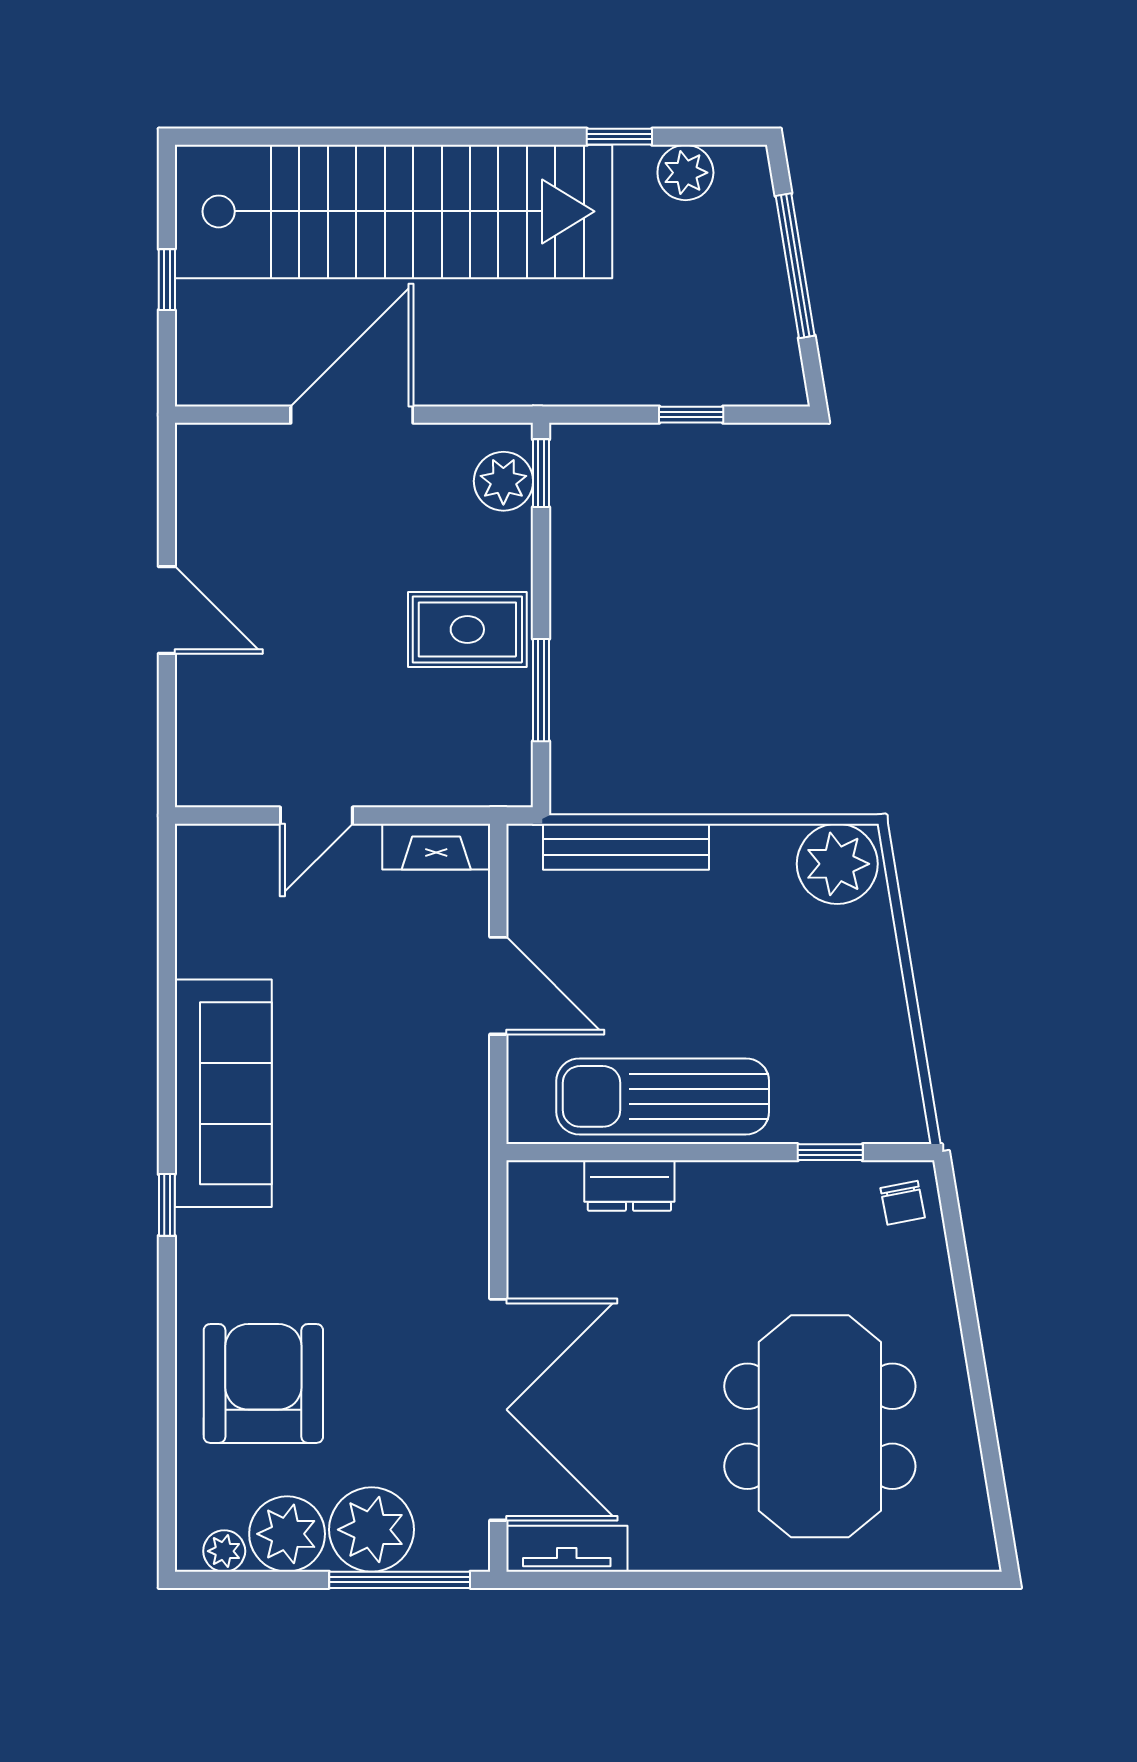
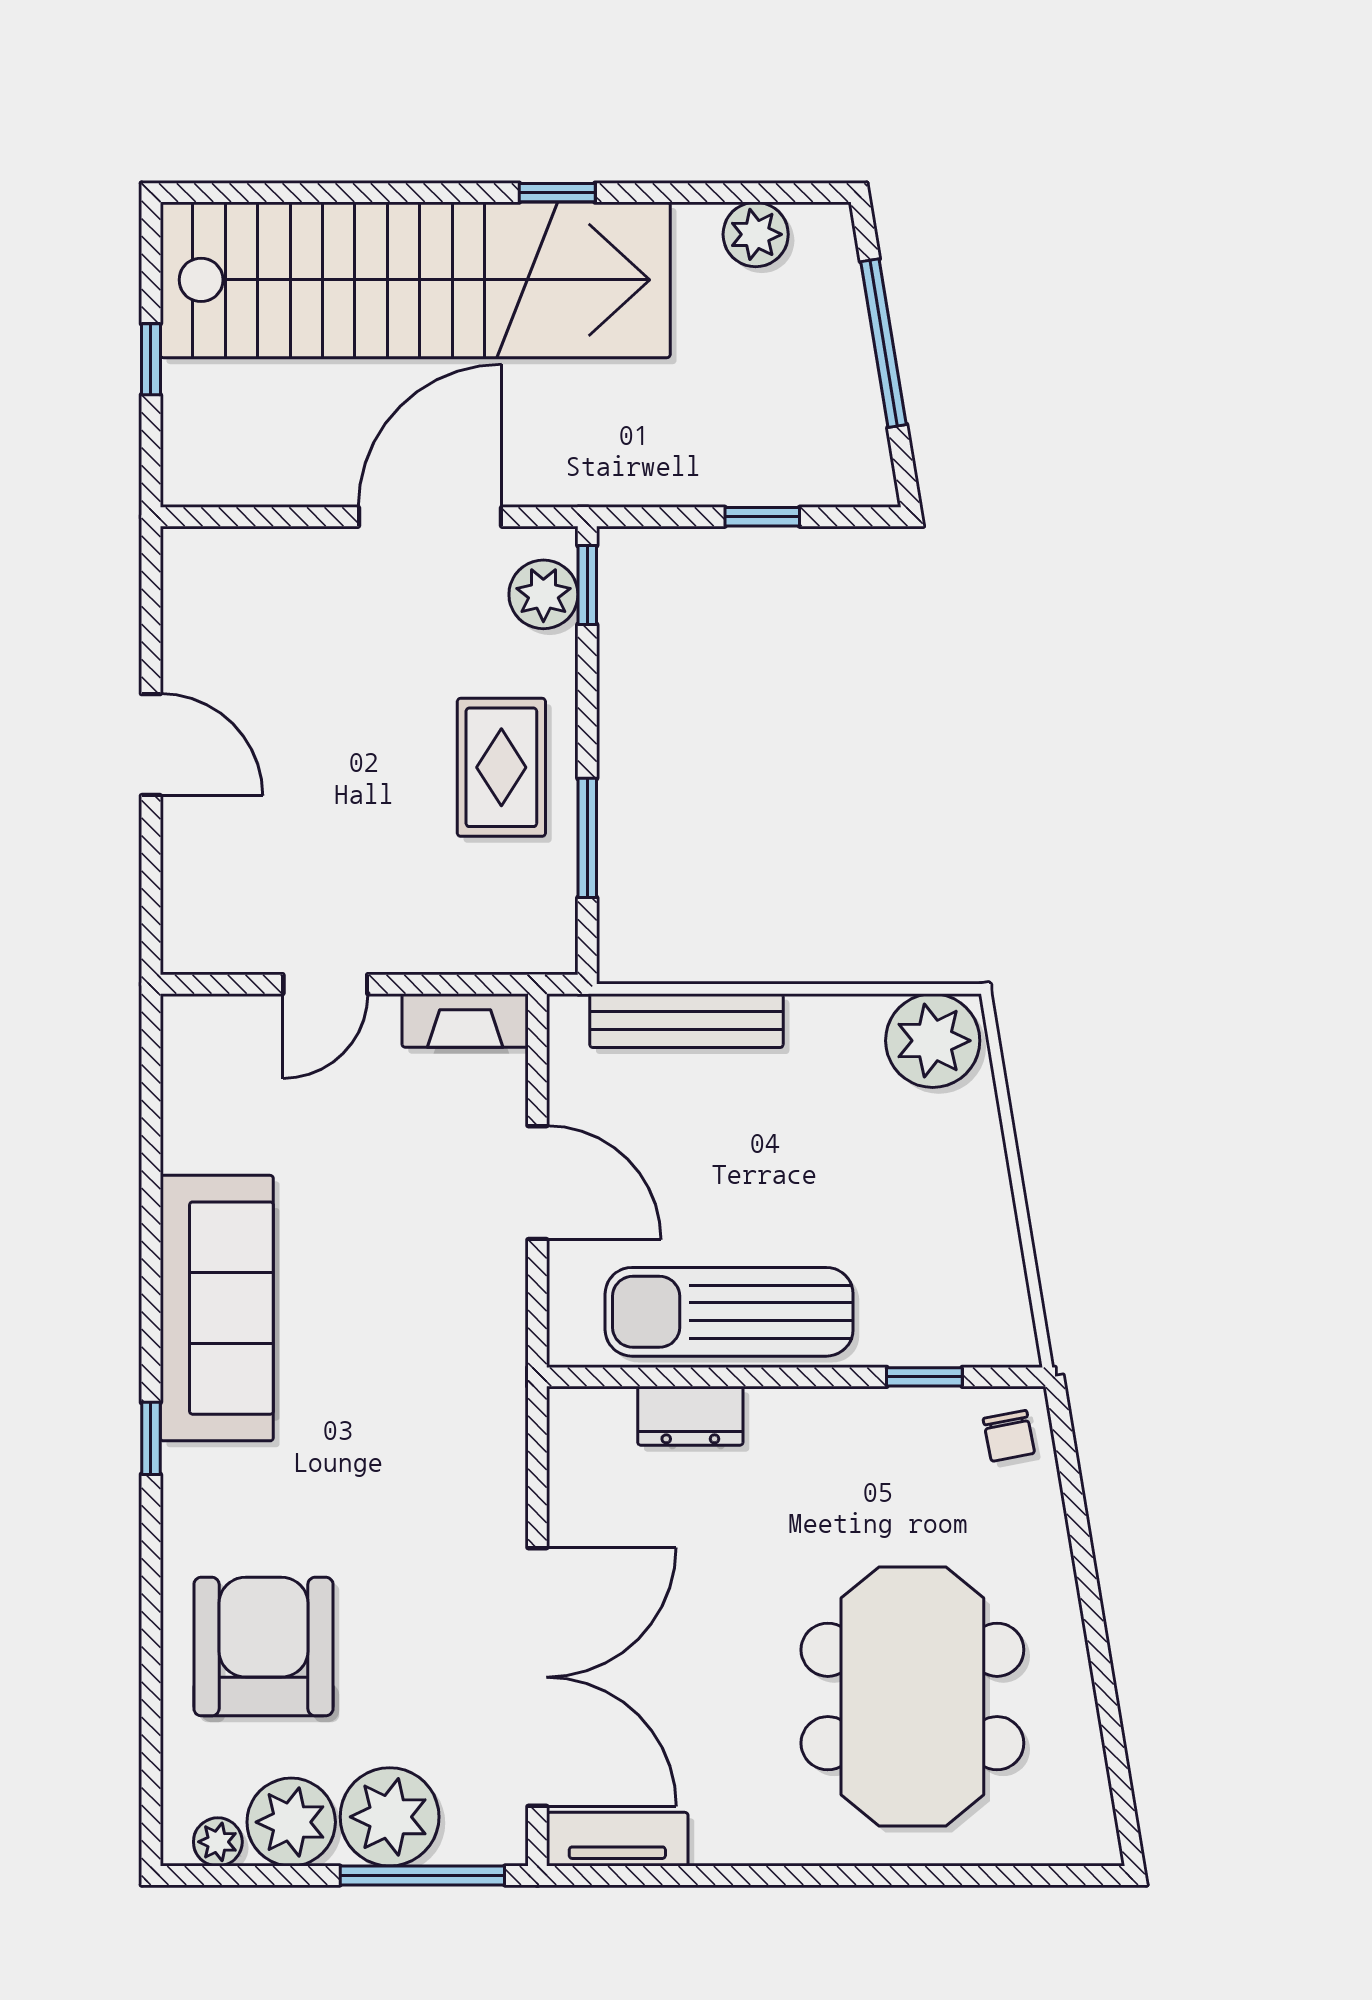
window: (619, 137) -> (557, 193), moved
door: (352, 415) -> (430, 517), moved
rug: (467, 629) -> (501, 767), turned 90

